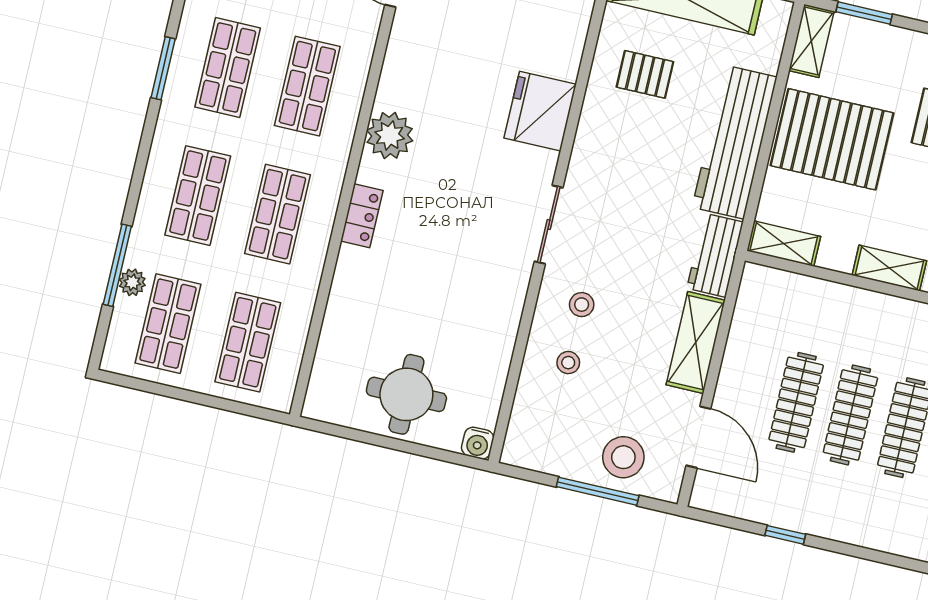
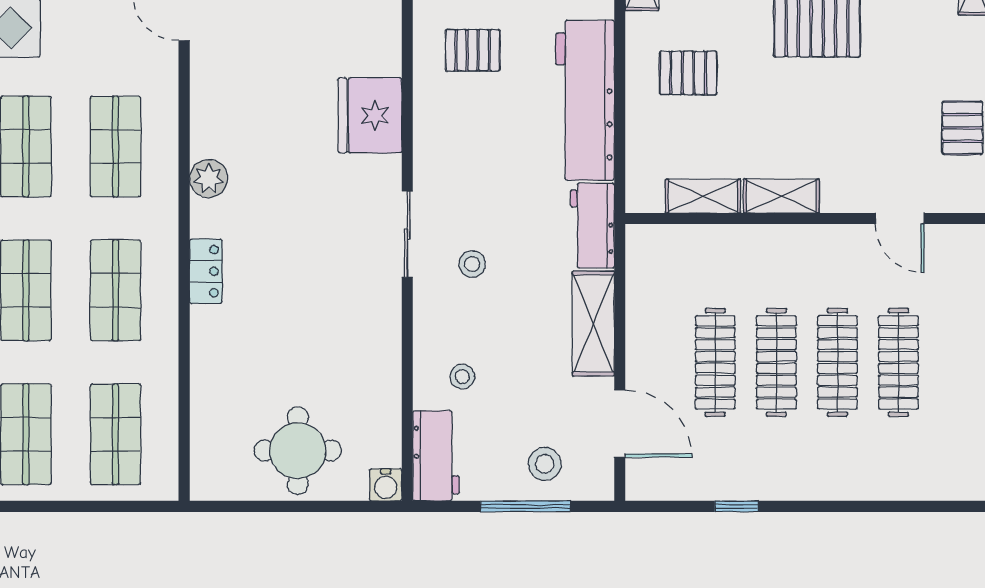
plant: (390, 135) -> (209, 179), width x0.73, depth x0.73
pallet: (832, 139) -> (688, 73), width x0.49, depth x0.50
shelving: (784, 244) -> (703, 196), moved
stool: (582, 305) -> (472, 264), moved
workbench: (528, 428) -> (436, 456), added
stool: (623, 457) -> (545, 464), width x0.73, depth x0.73

